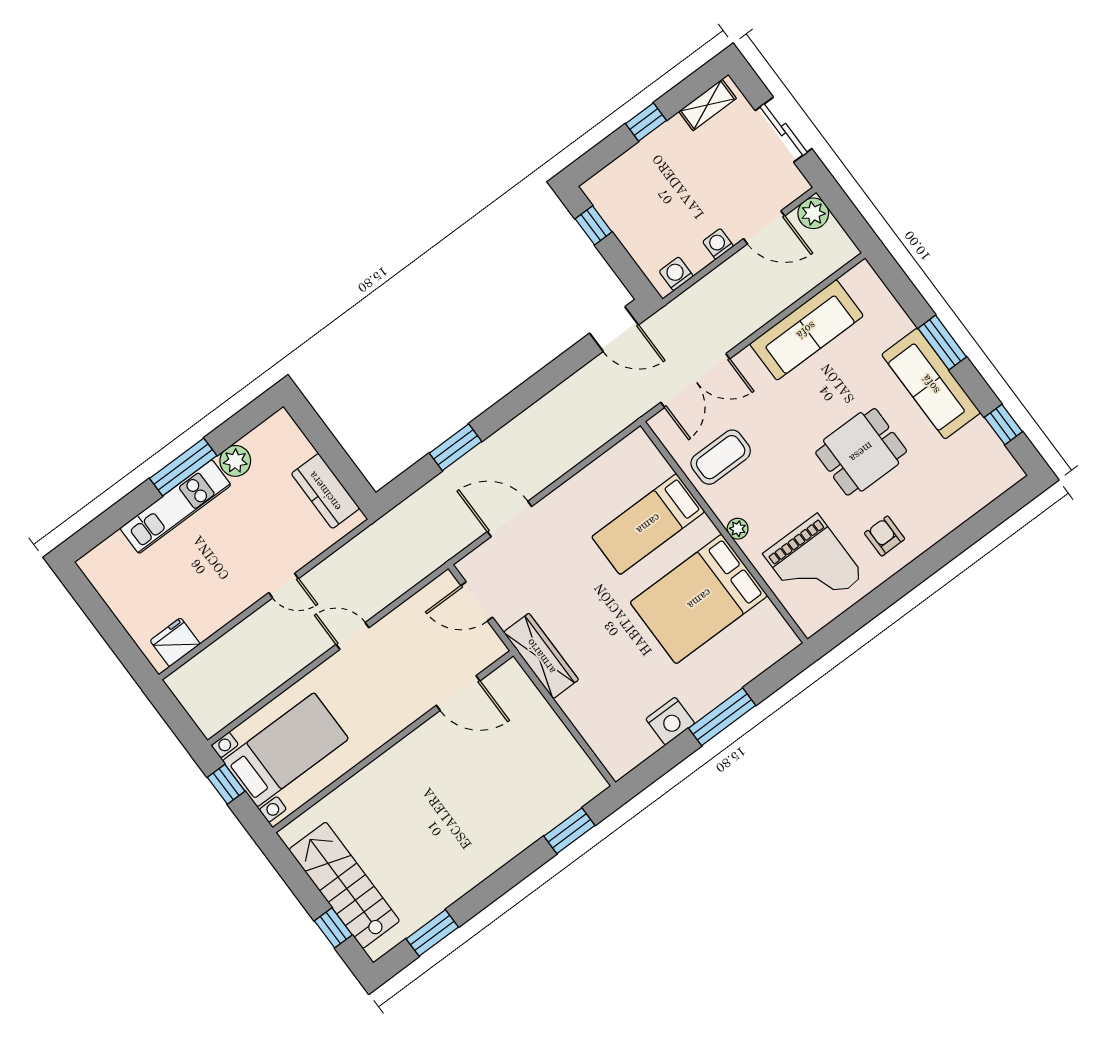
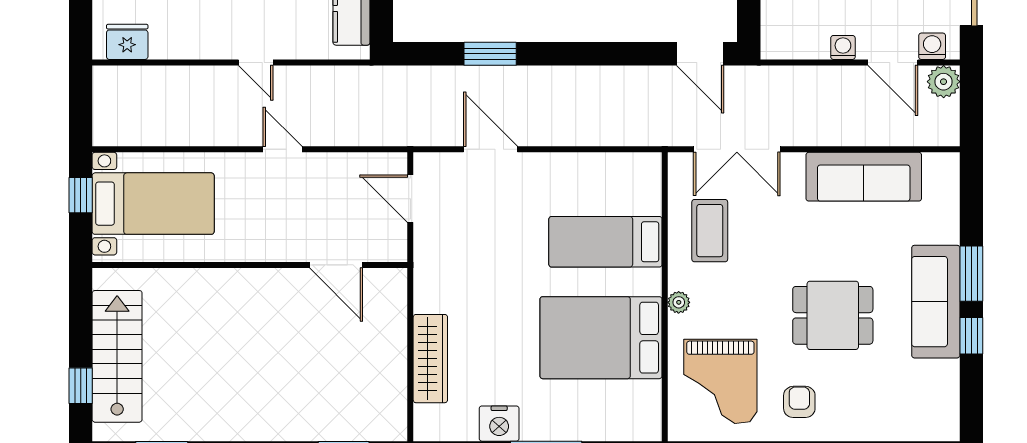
washing machine: (676, 274) -> (932, 46), moved
window: (1003, 424) -> (971, 336), moved
coffee table: (721, 457) -> (710, 231), turned 90
wardrobe: (541, 656) -> (430, 359), moved

